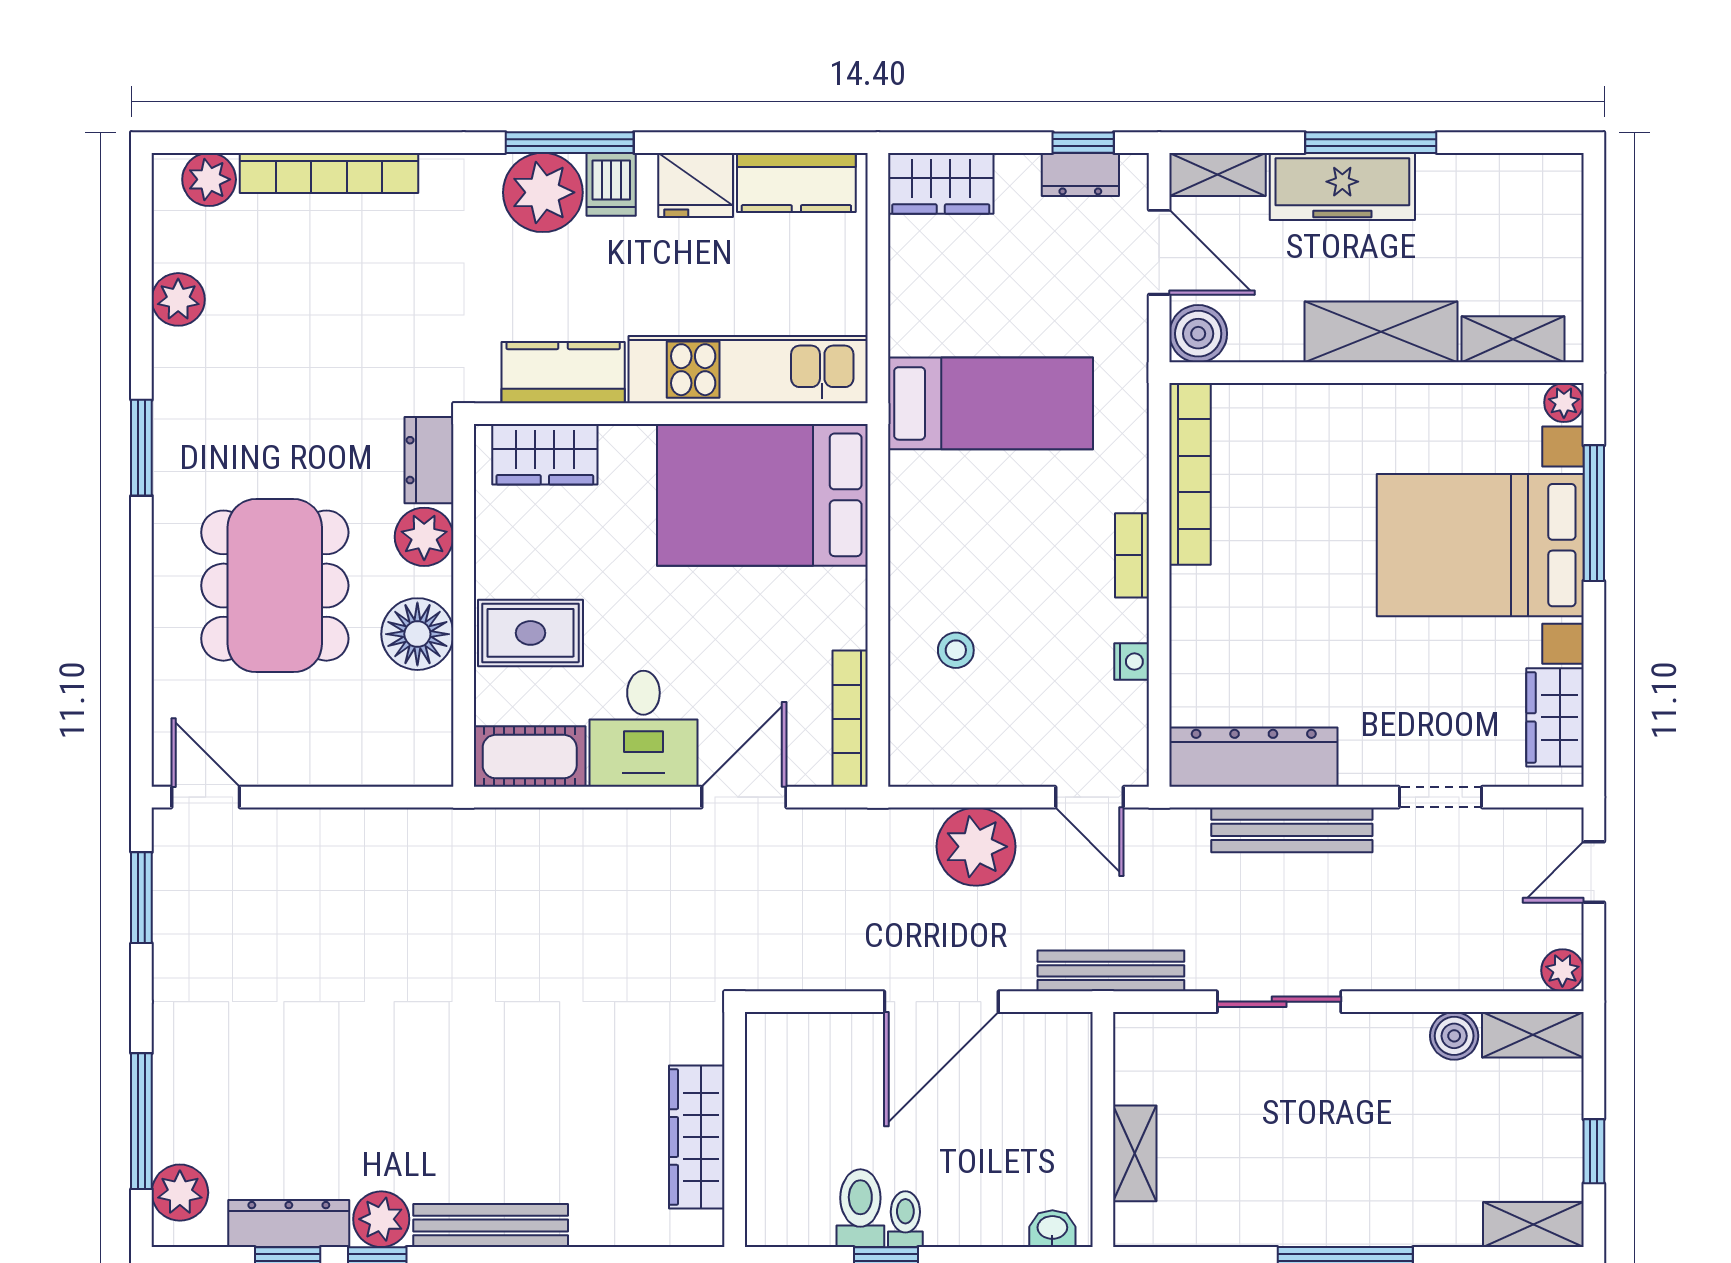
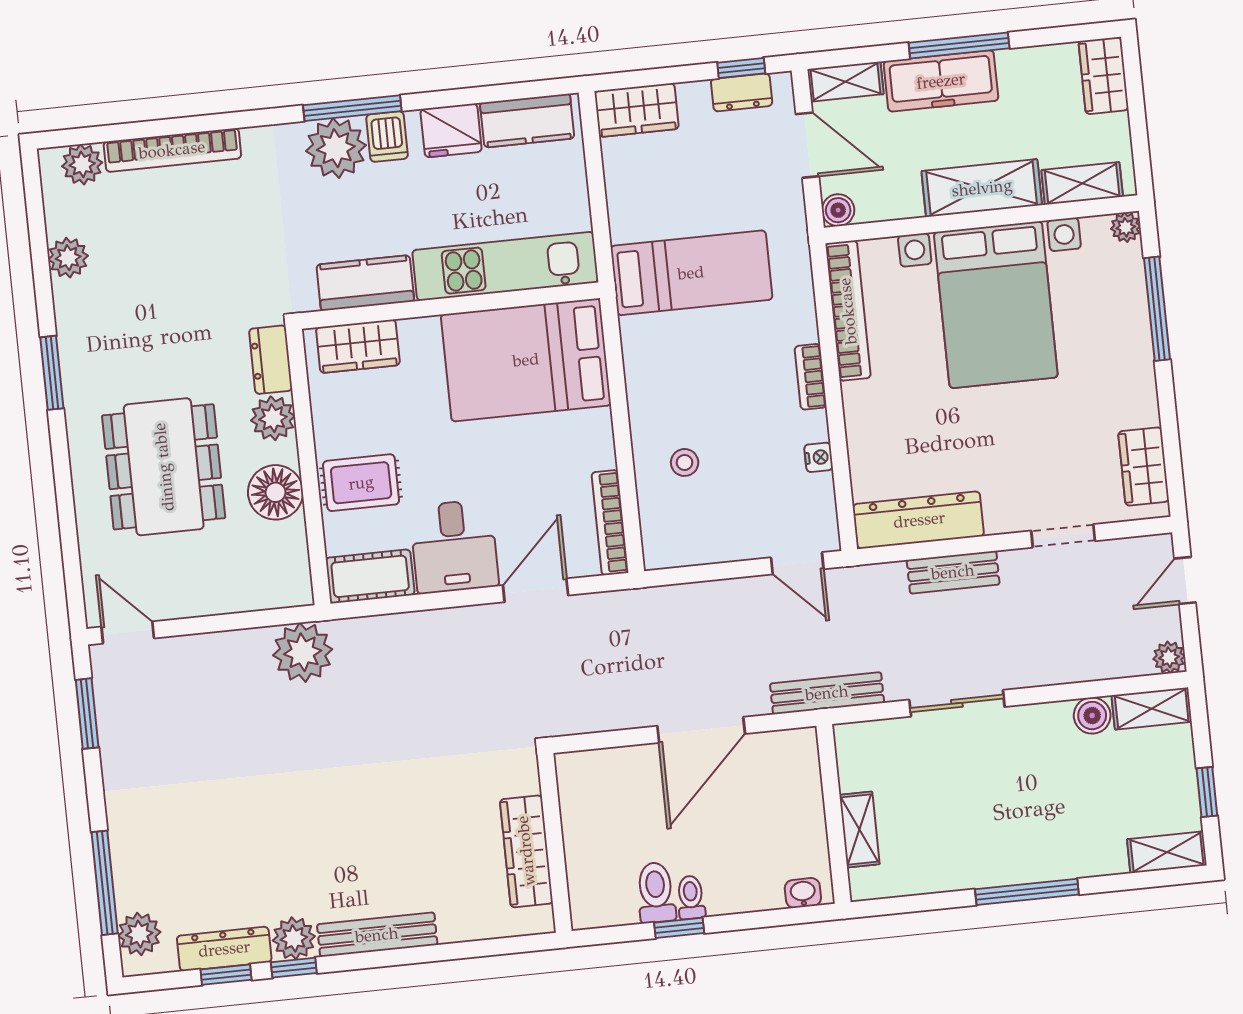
wardrobe: (1555, 201) -> (1104, 76), added
boiler: (1198, 334) -> (838, 210), width x0.73, depth x0.73
bed with nightstands: (1480, 545) -> (996, 305), moved, turned -90
bench: (1292, 830) -> (953, 572), width x0.73
plant: (976, 847) -> (303, 652), moved

